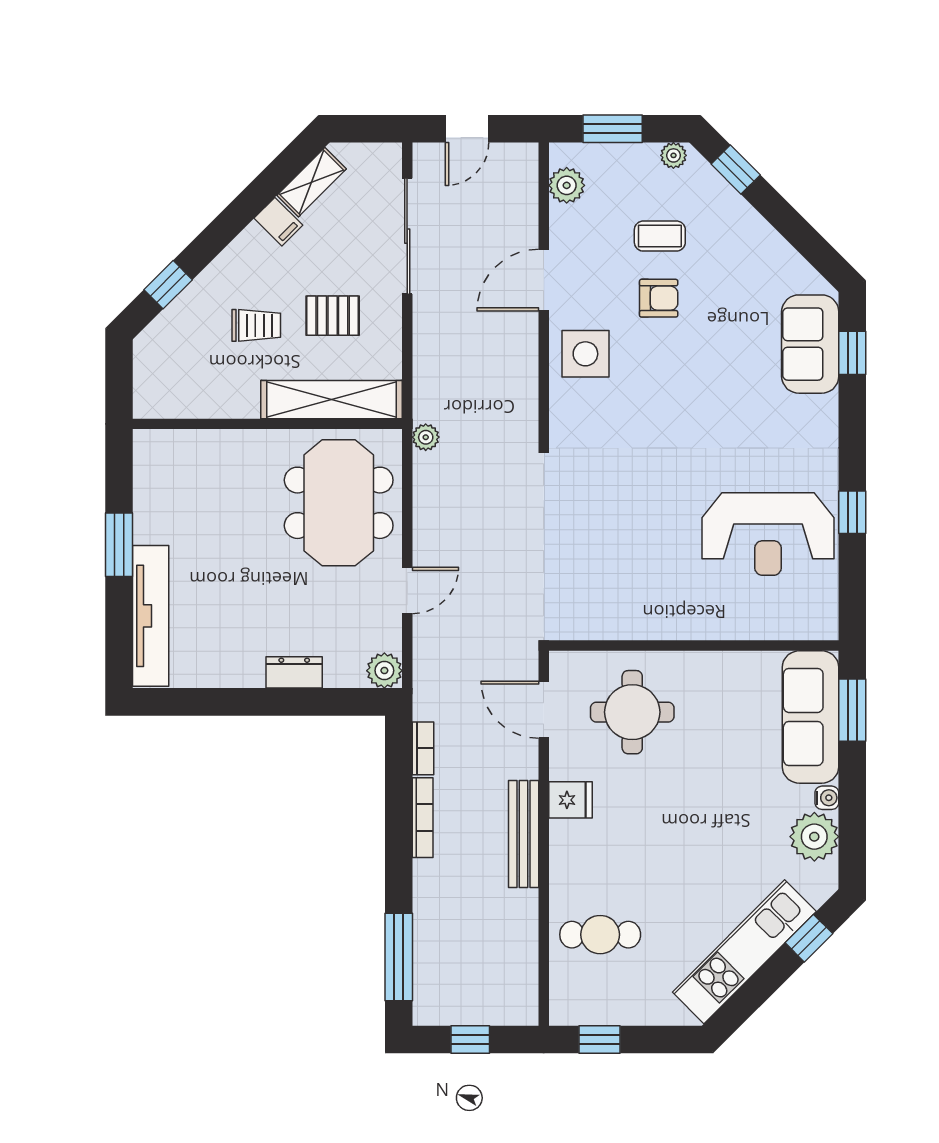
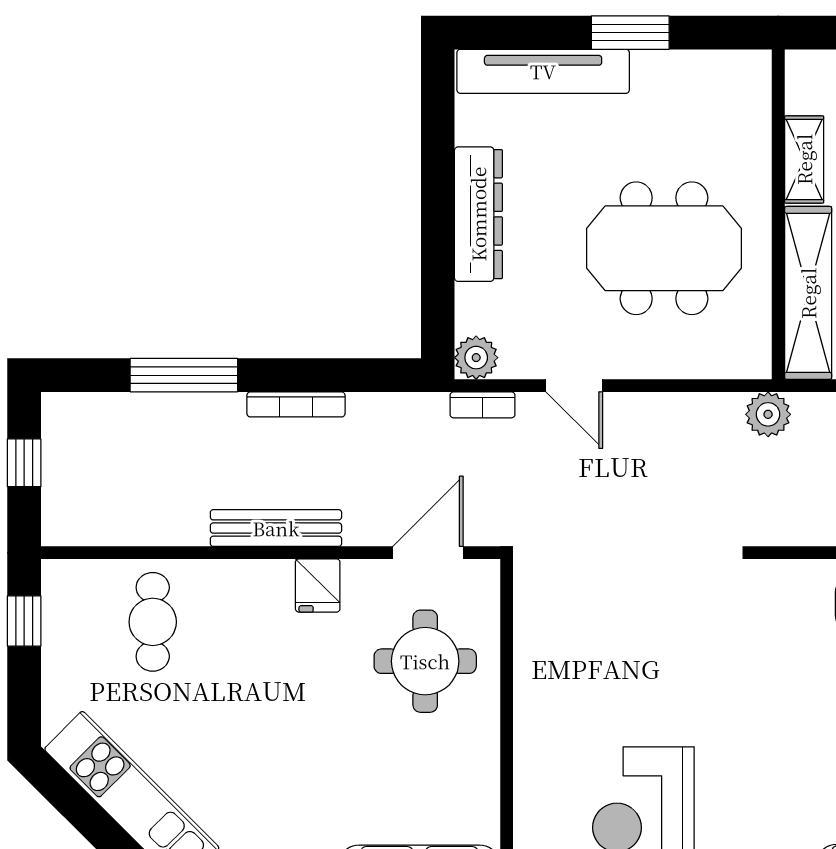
shelving: (223, 403) -> (804, 159), added
plant: (426, 437) -> (768, 414), width x1.38, depth x1.38
meeting table: (339, 503) -> (664, 248), moved
dresser: (294, 672) -> (478, 214), width x1.96, depth x1.24
bookcase: (423, 748) -> (482, 405), moved
window: (399, 957) -> (184, 375), moved

